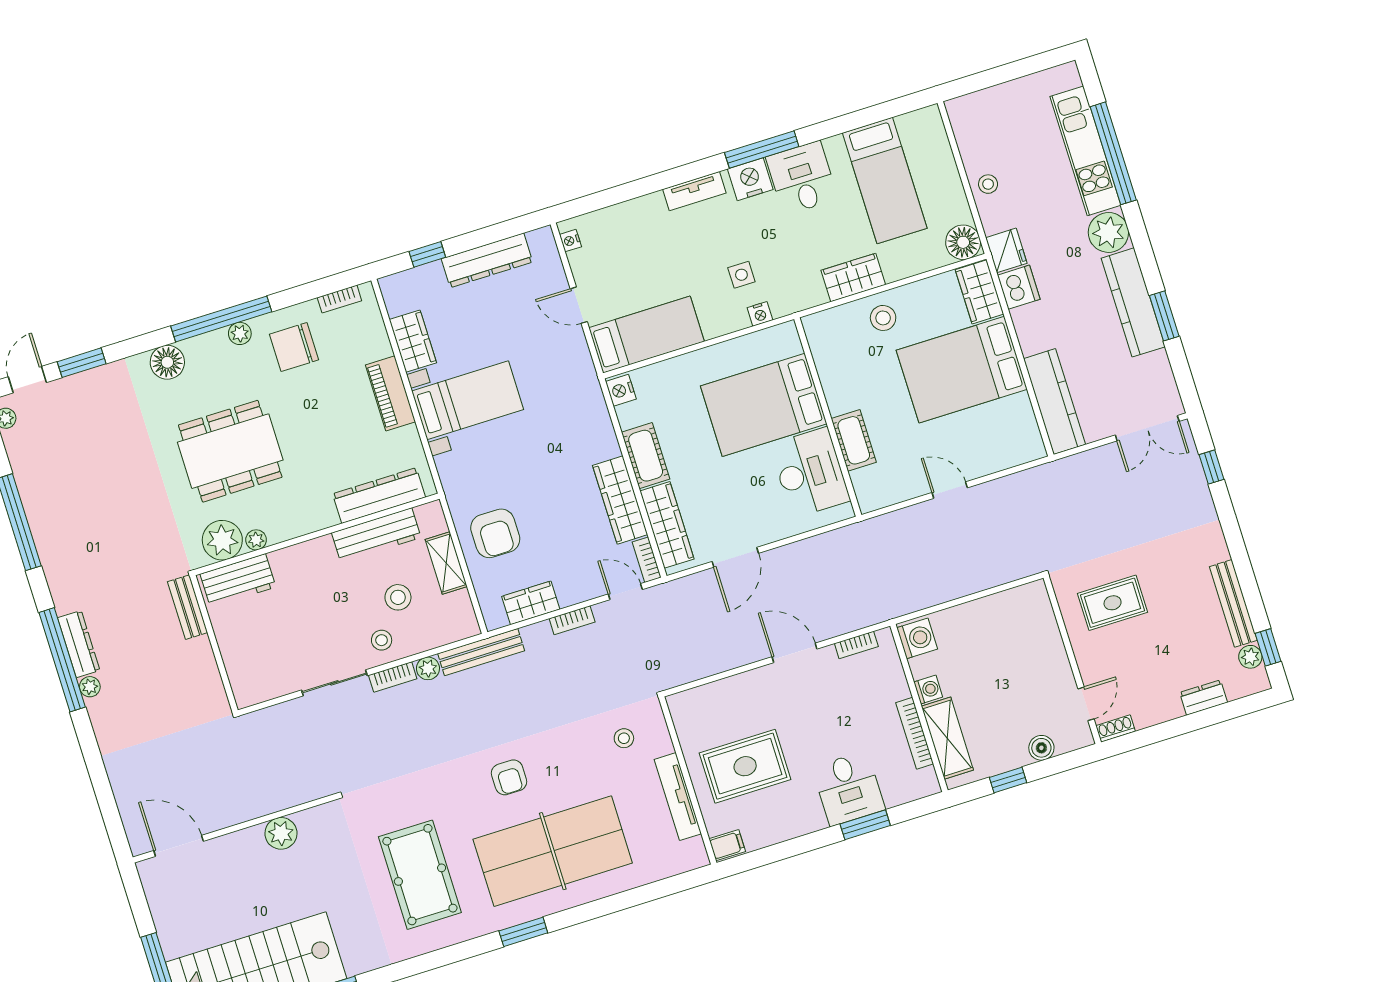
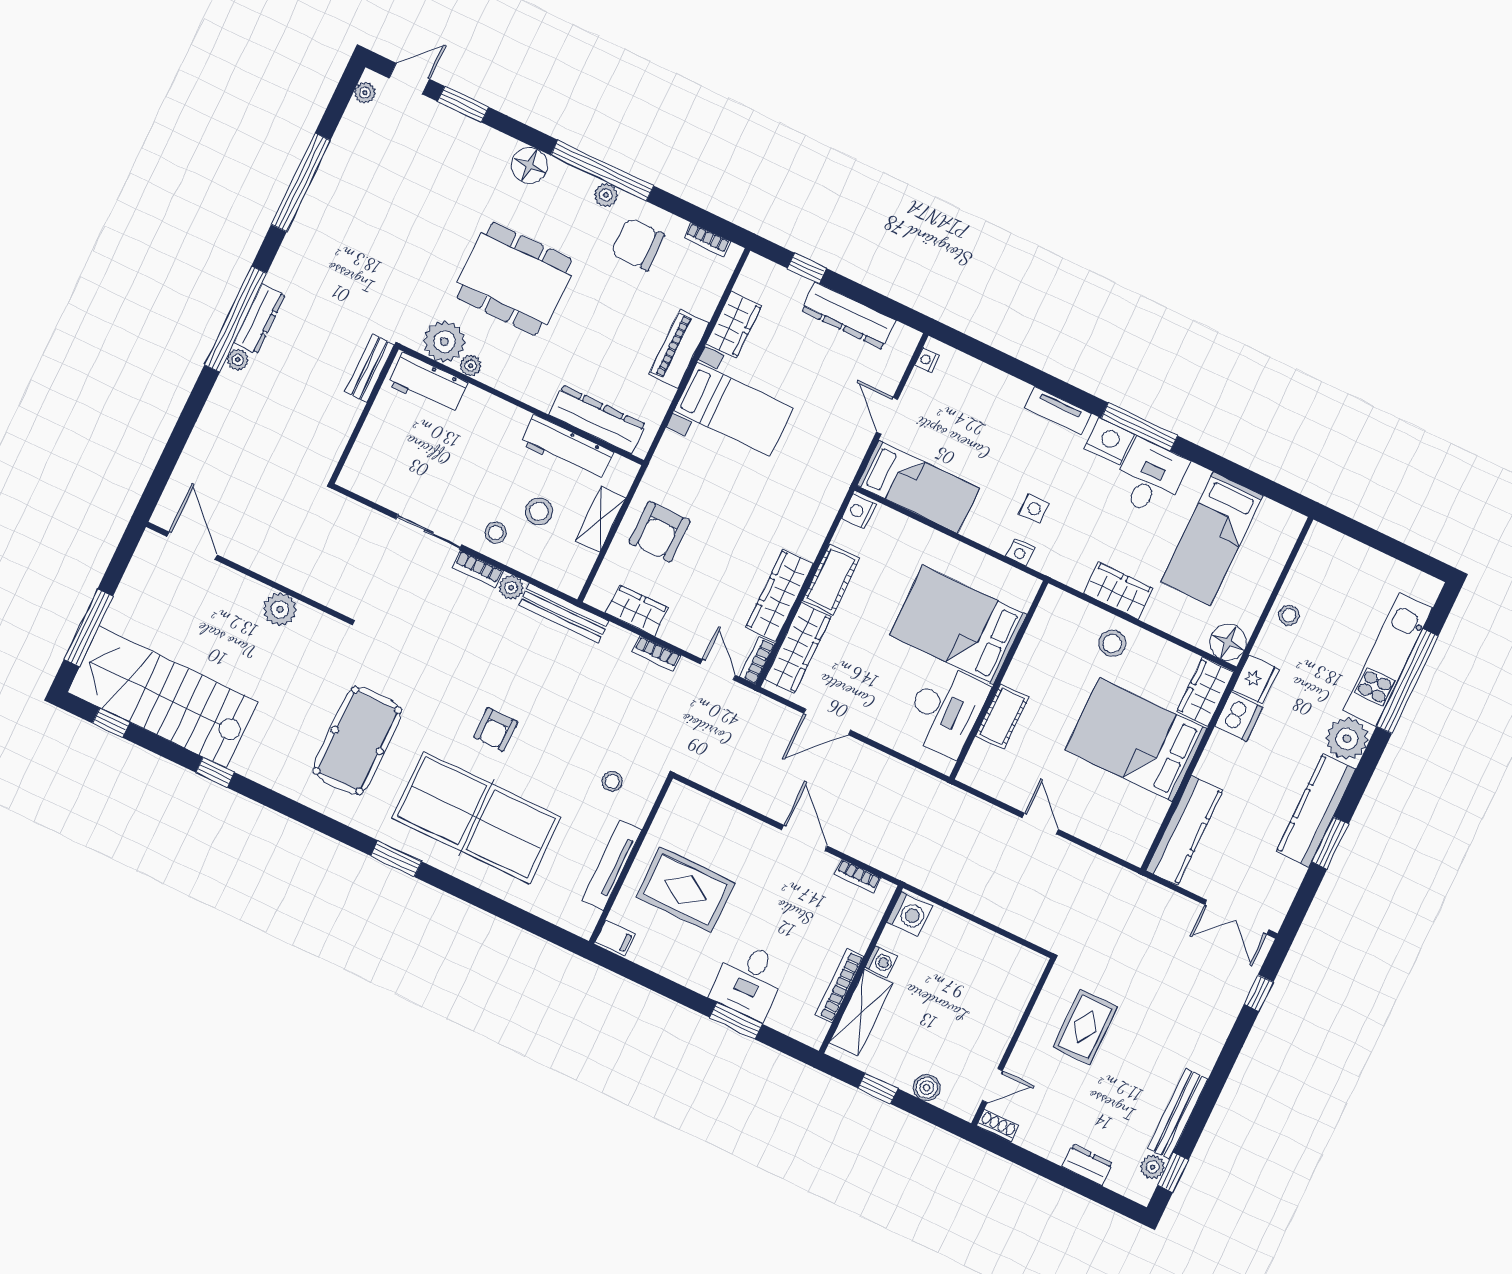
rug: (1113, 603) -> (1085, 1027), turned 90

